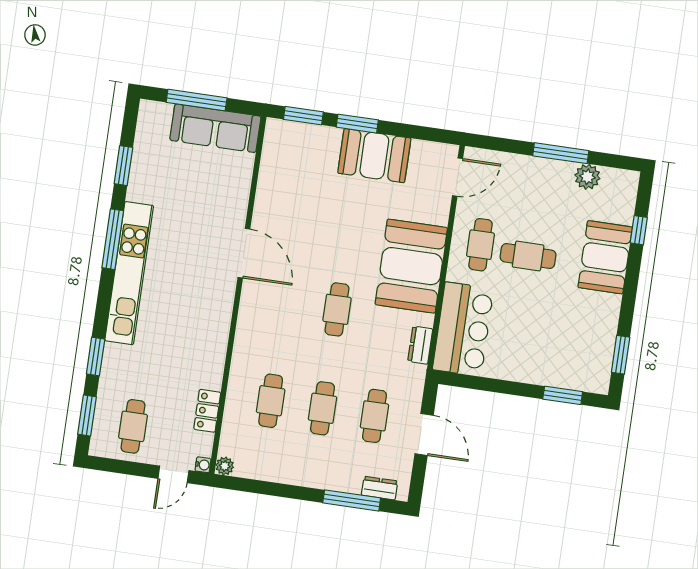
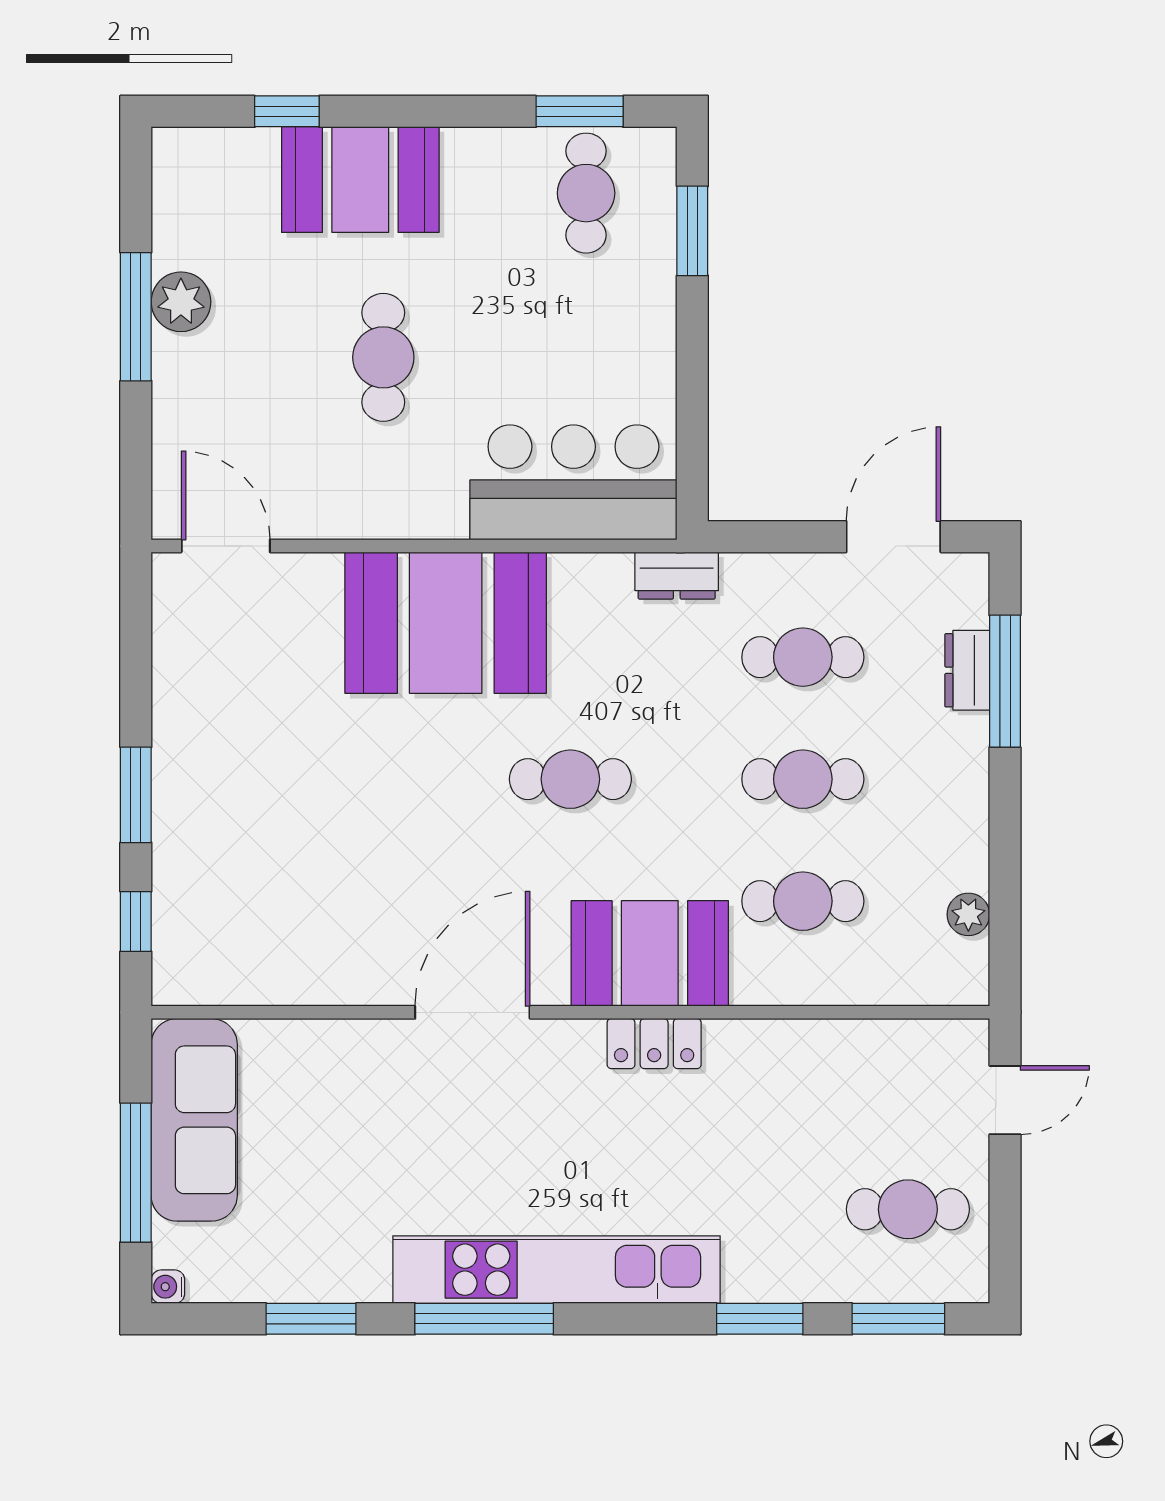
window: (303, 116) -> (136, 921), width x0.67
booth: (374, 156) -> (650, 953), moved, turned 90
plant: (587, 177) -> (181, 302), moved
cafe table: (481, 245) -> (586, 193), moved, turned 90
dresser: (420, 345) -> (677, 576), moved
locker: (207, 411) -> (654, 1044), moved
door: (424, 435) -> (893, 537), moved
water cooler: (203, 465) -> (168, 1287), moved, turned -90
plant: (225, 466) -> (968, 914), moved
door: (173, 474) -> (1005, 1100), hinge flipped
dresser: (380, 488) -> (967, 670), moved

